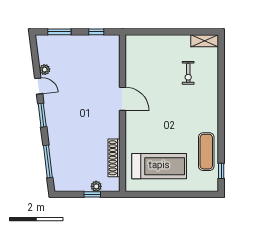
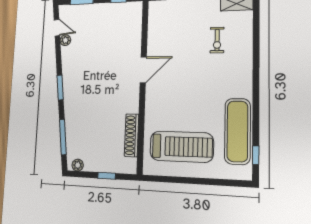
door: (39, 86) -> (57, 28), moved
door: (123, 99) -> (143, 70), hinge flipped
exercise mat: (206, 152) -> (237, 131), width x1.36, depth x1.45
plant: (96, 186) -> (78, 165), moved

